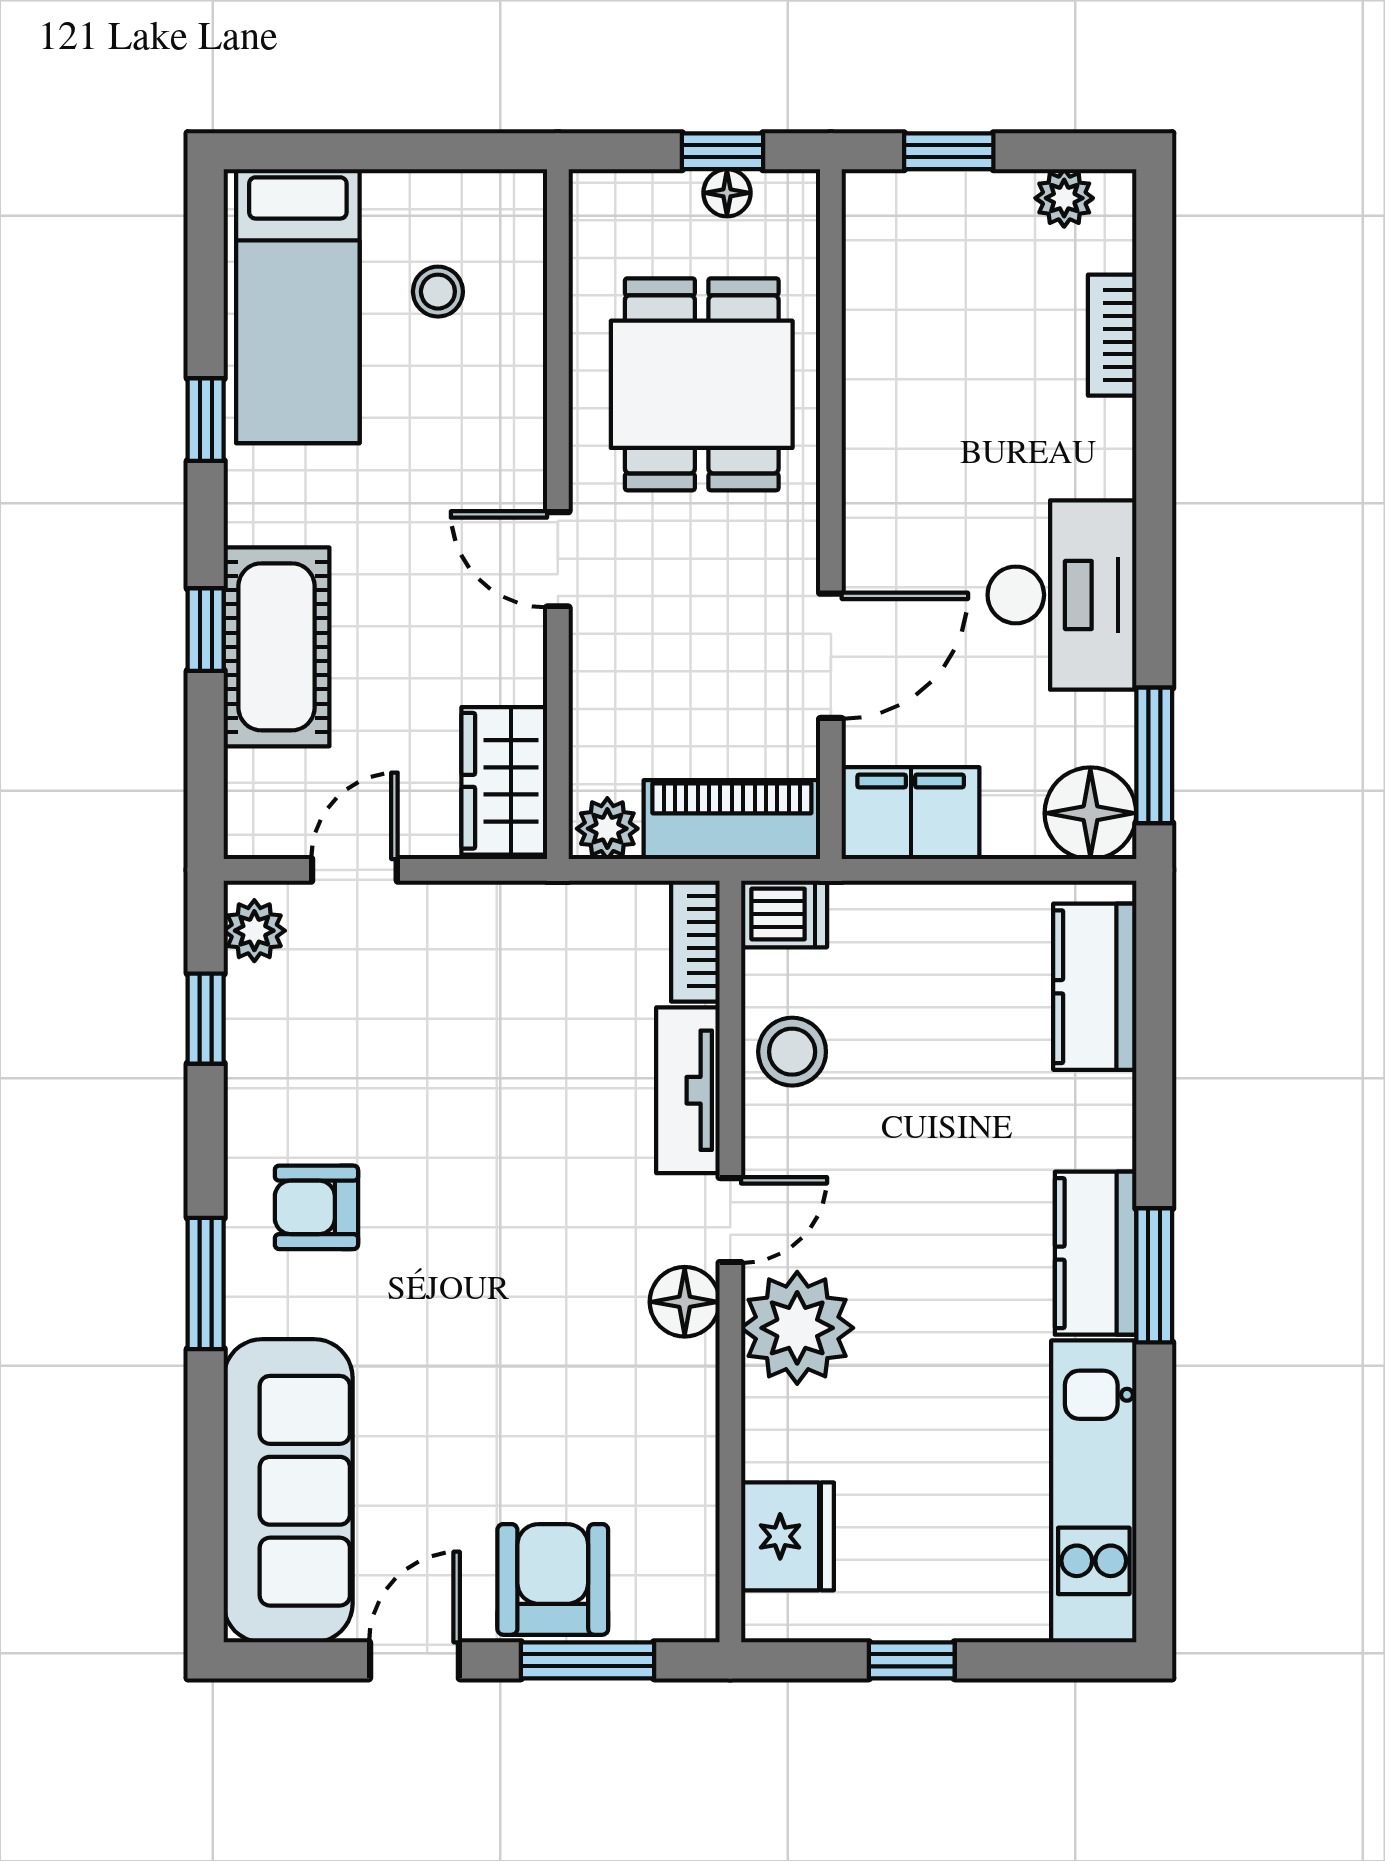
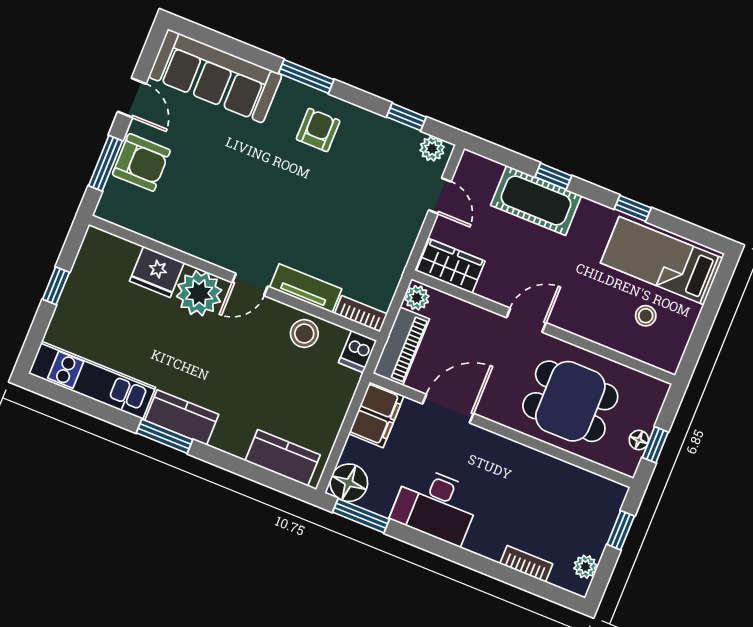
door: (831, 656) -> (448, 409), swing flipped
door: (730, 1220) -> (250, 284), hinge flipped
floor lamp: (685, 1302) -> (226, 255), removed
fridge: (787, 1536) -> (157, 272), moved

